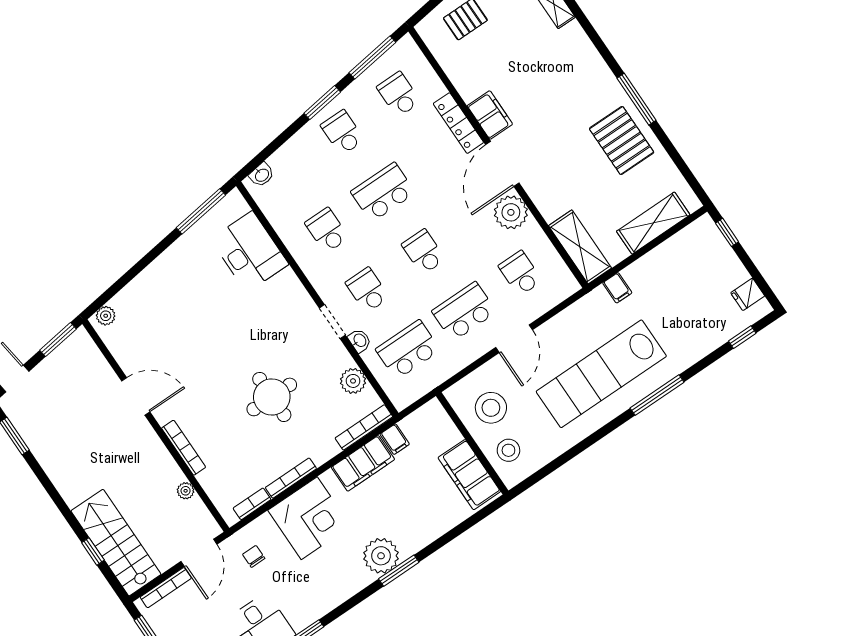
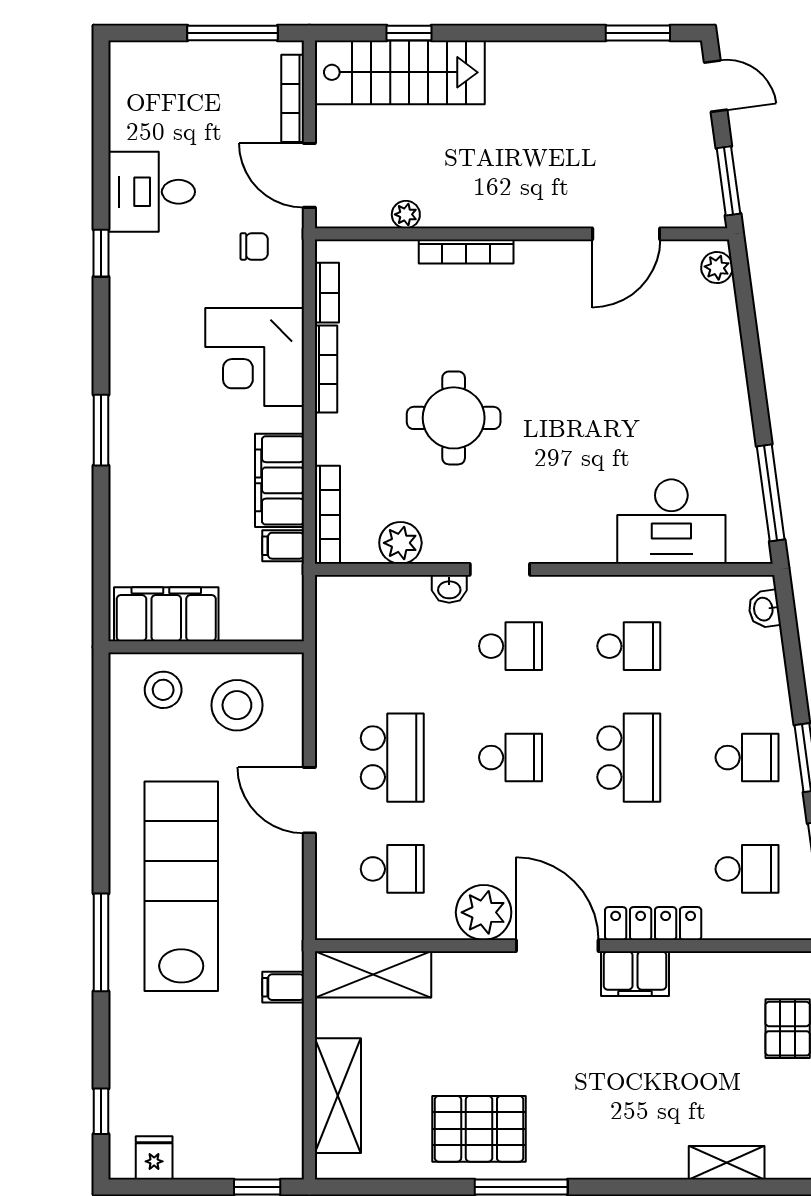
school desk: (408, 350) -> (392, 646), removed
door: (136, 396) -> (626, 234), moved
plant: (381, 556) -> (137, 420), removed

